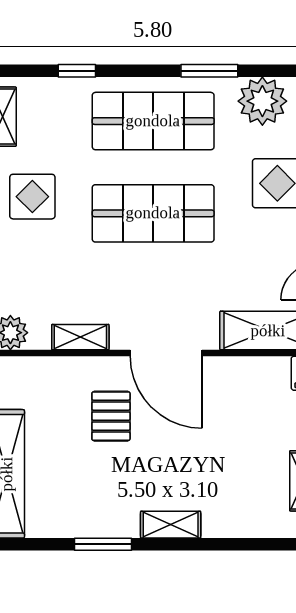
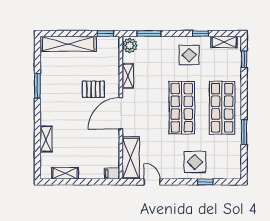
window: (77, 71) -> (244, 59), moved
plant: (262, 101) -> (231, 155), removed
shelving: (171, 525) -> (46, 139), moved

